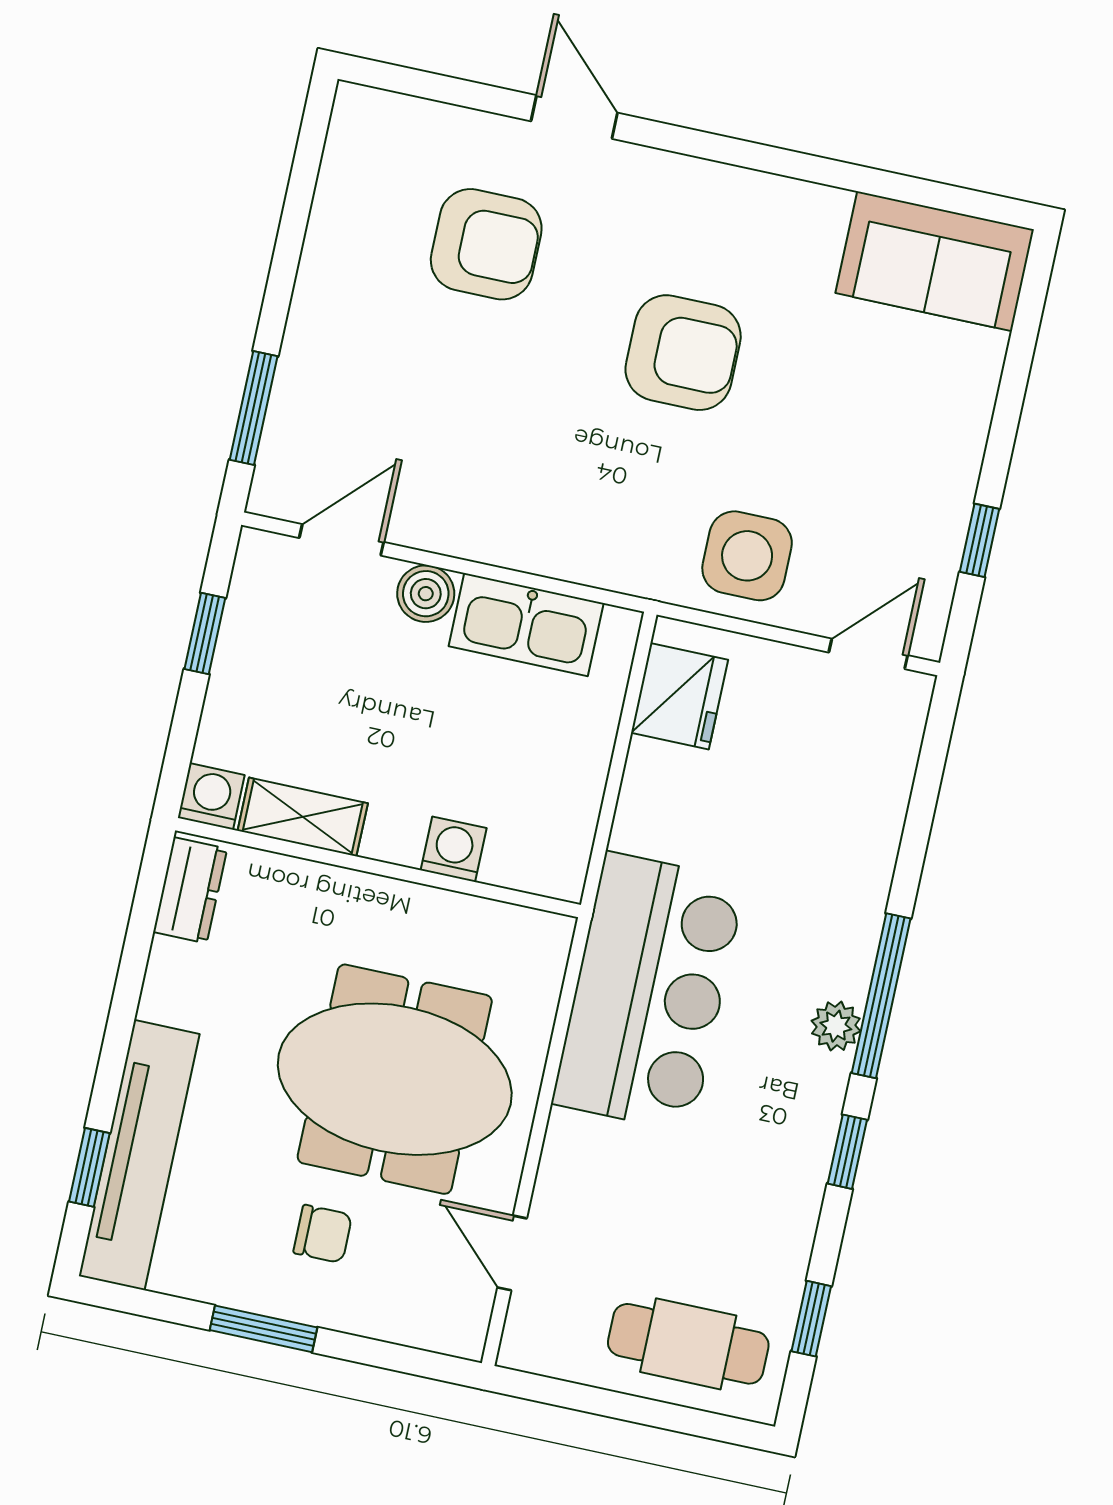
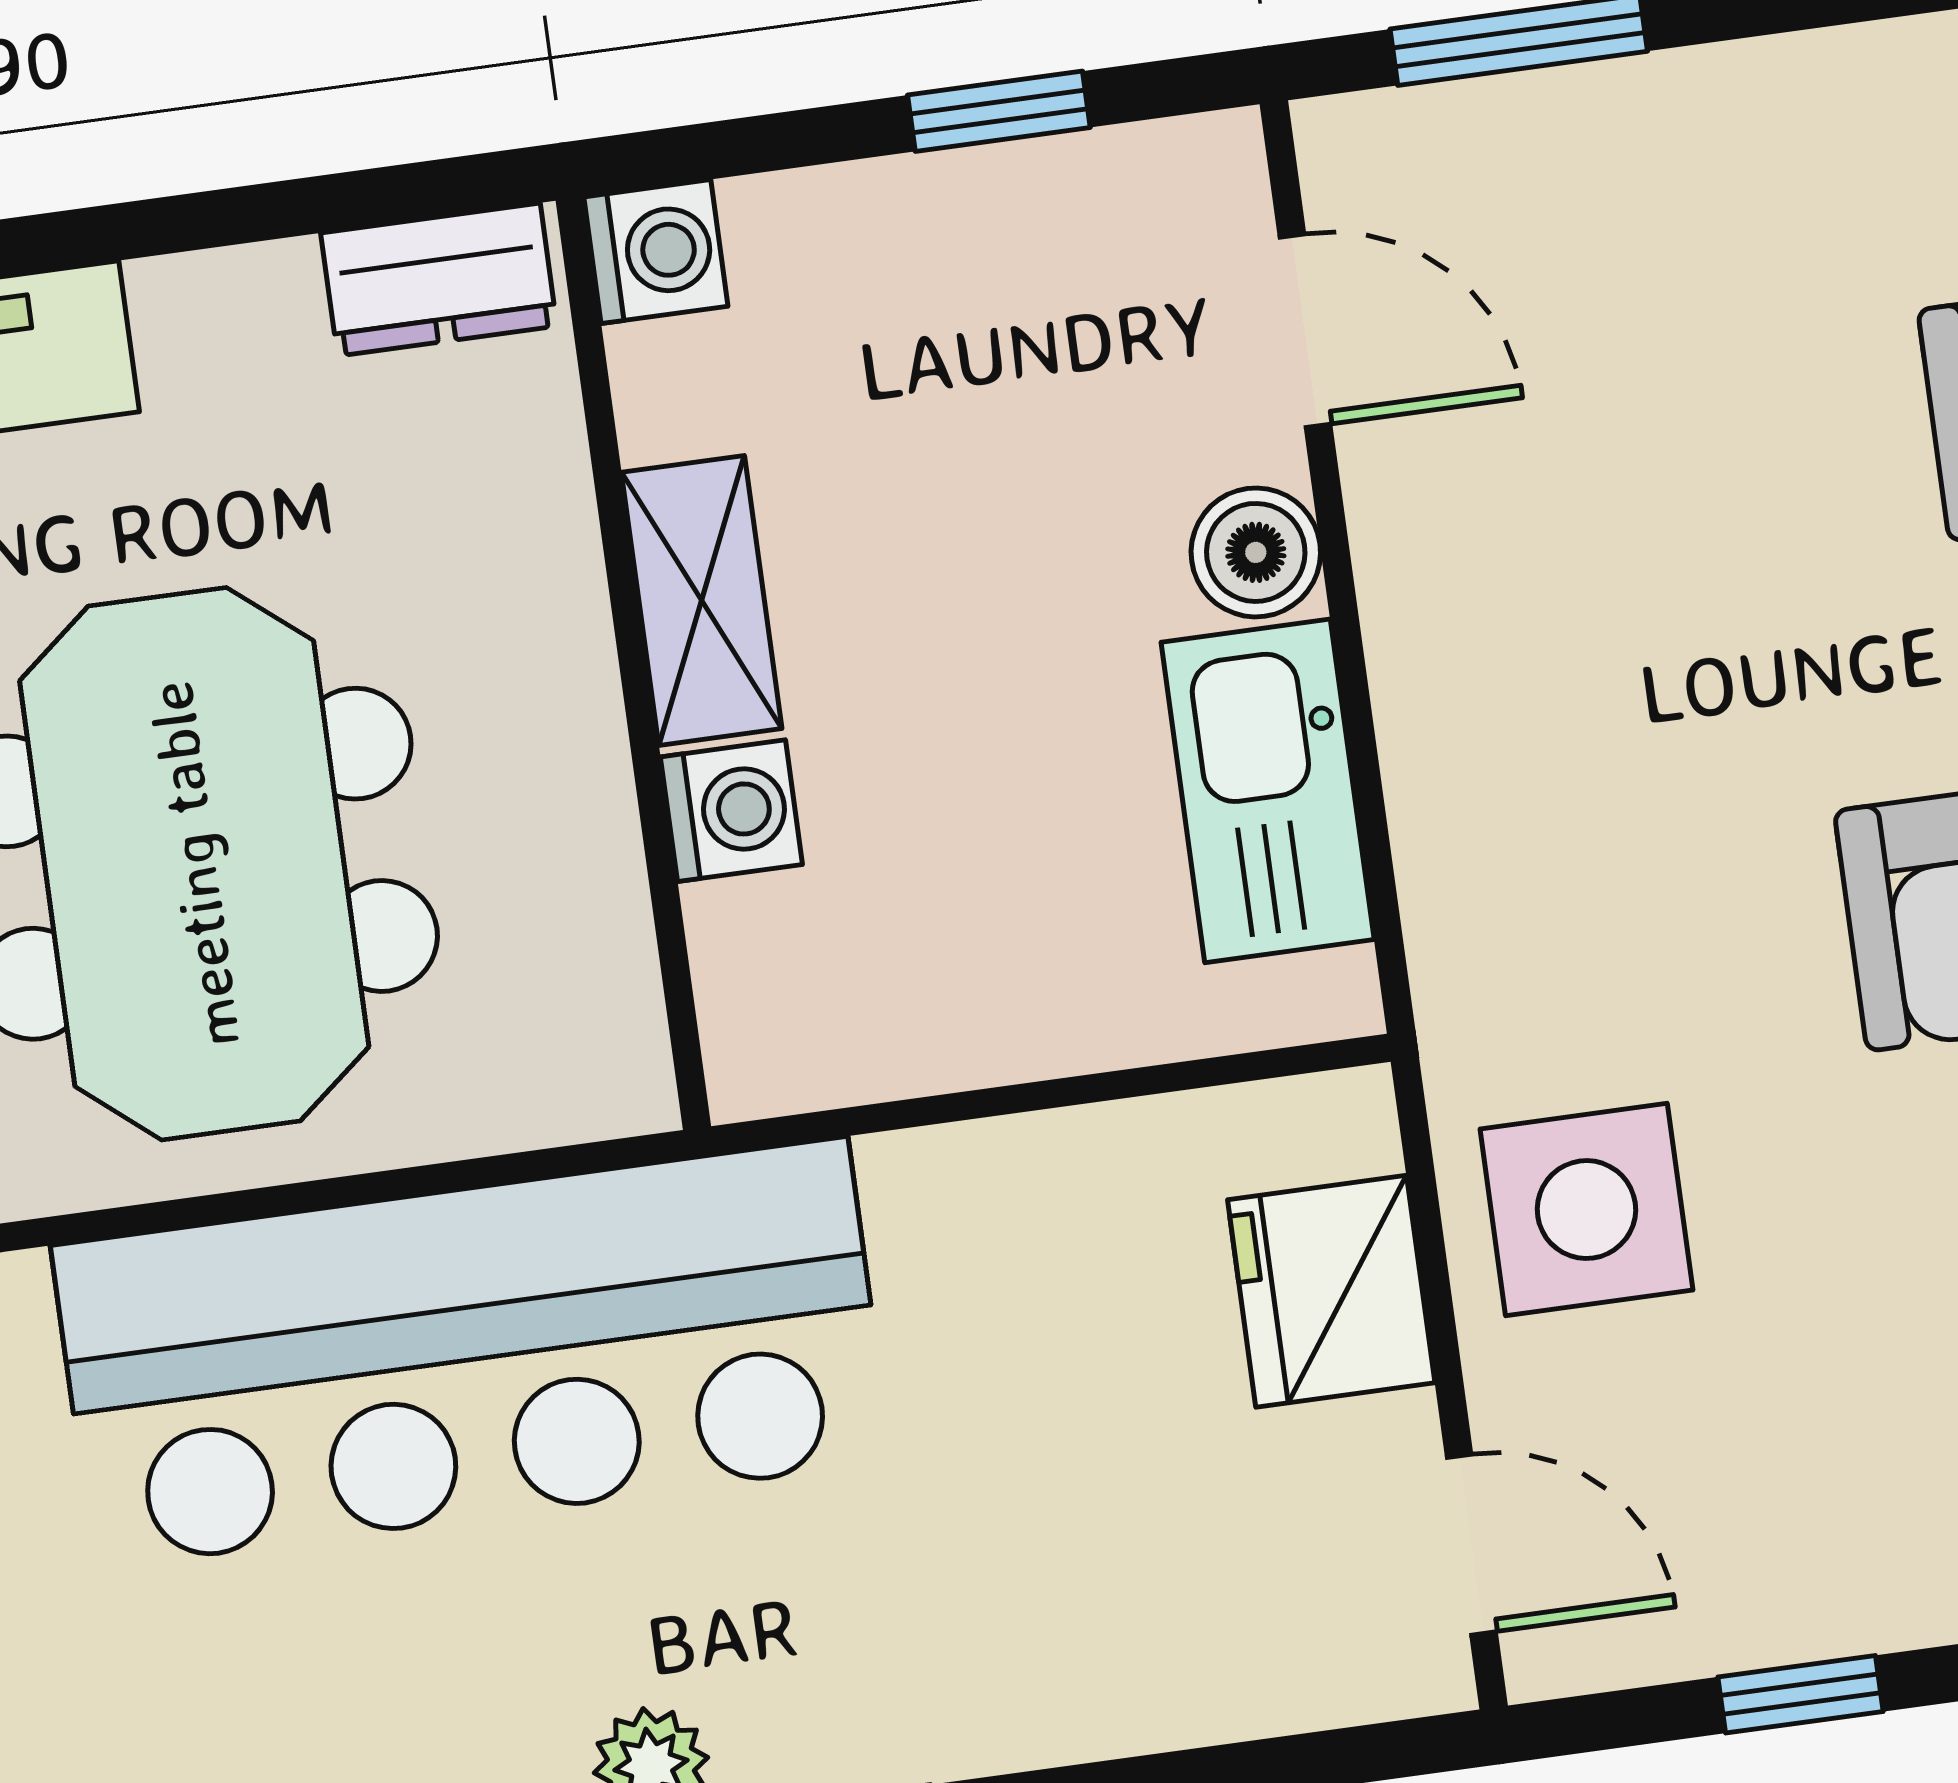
fridge: (680, 696) -> (1331, 1291), moved, turned 90
shelving: (303, 817) -> (702, 600), moved
bar counter: (649, 992) -> (471, 1353), width x1.36

